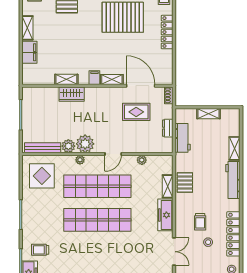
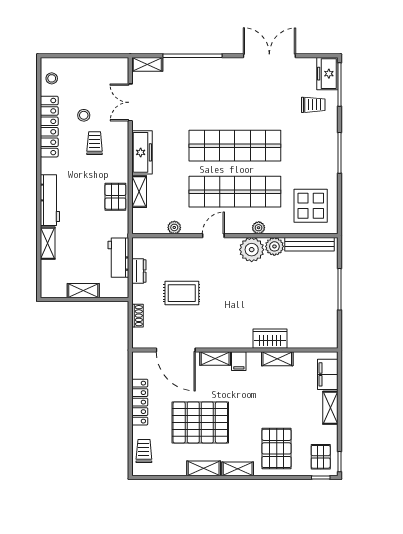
filing cabinet: (94, 78) -> (239, 361), moved
shelving: (66, 79) -> (277, 359), moved
shelving: (112, 79) -> (215, 359), moved
wall: (97, 86) -> (235, 350), moved
door: (141, 86) -> (176, 350), moved
wardrobe: (72, 94) -> (270, 339), moved

